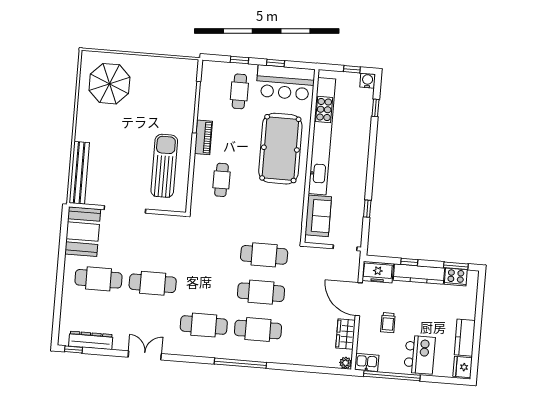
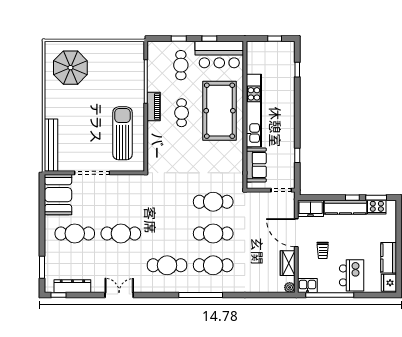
water cooler: (367, 81) -> (288, 47), removed
kitchen unit: (322, 136) -> (254, 111), width x0.73
cafe table: (221, 180) -> (182, 113), moved
window: (409, 262) -> (352, 198), moved
window: (57, 315) -> (42, 267), added

